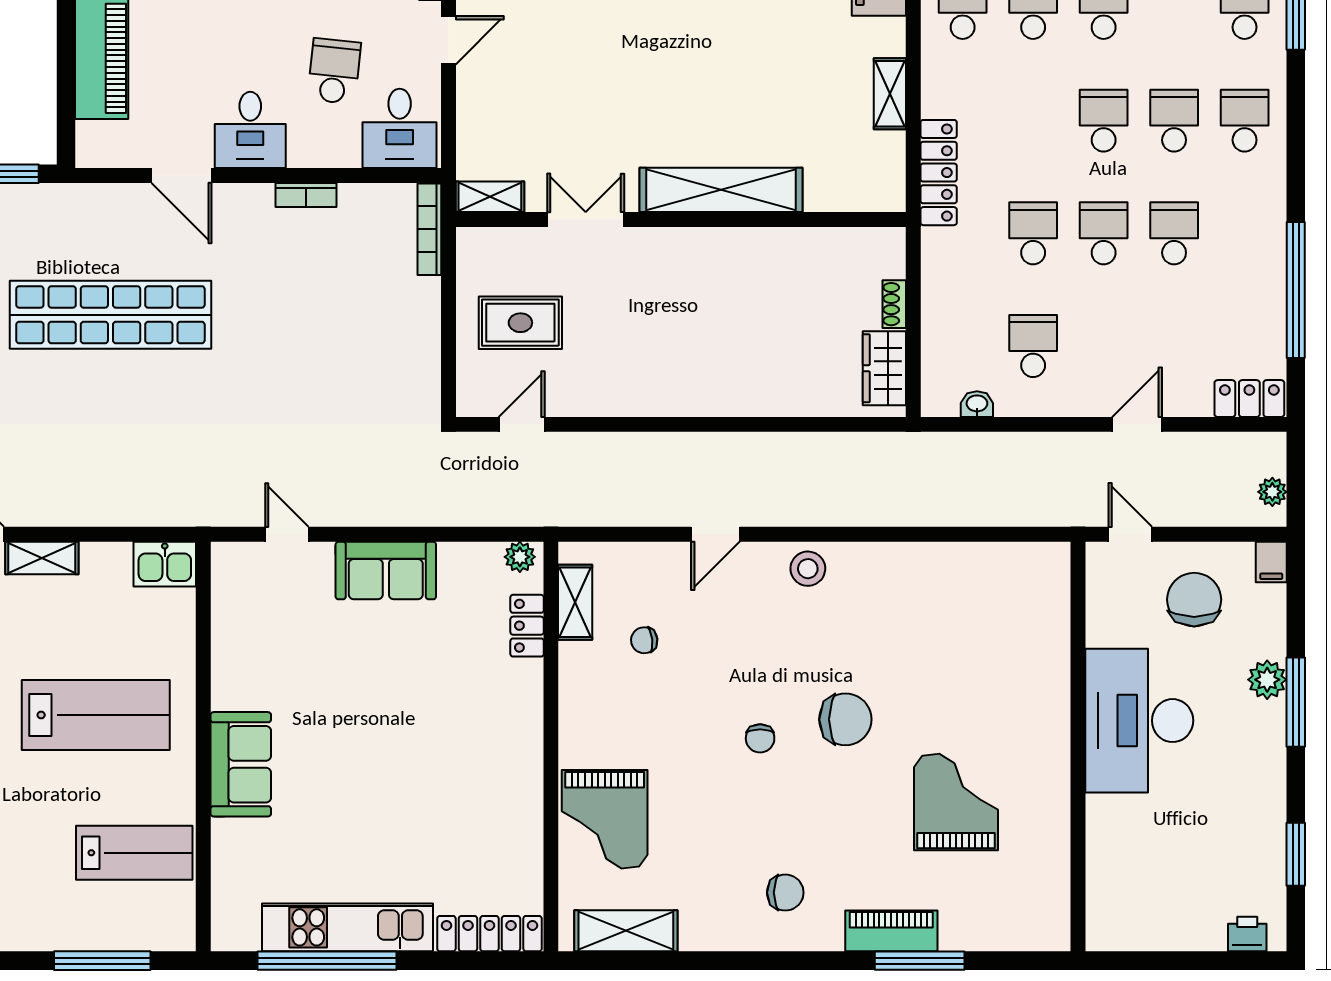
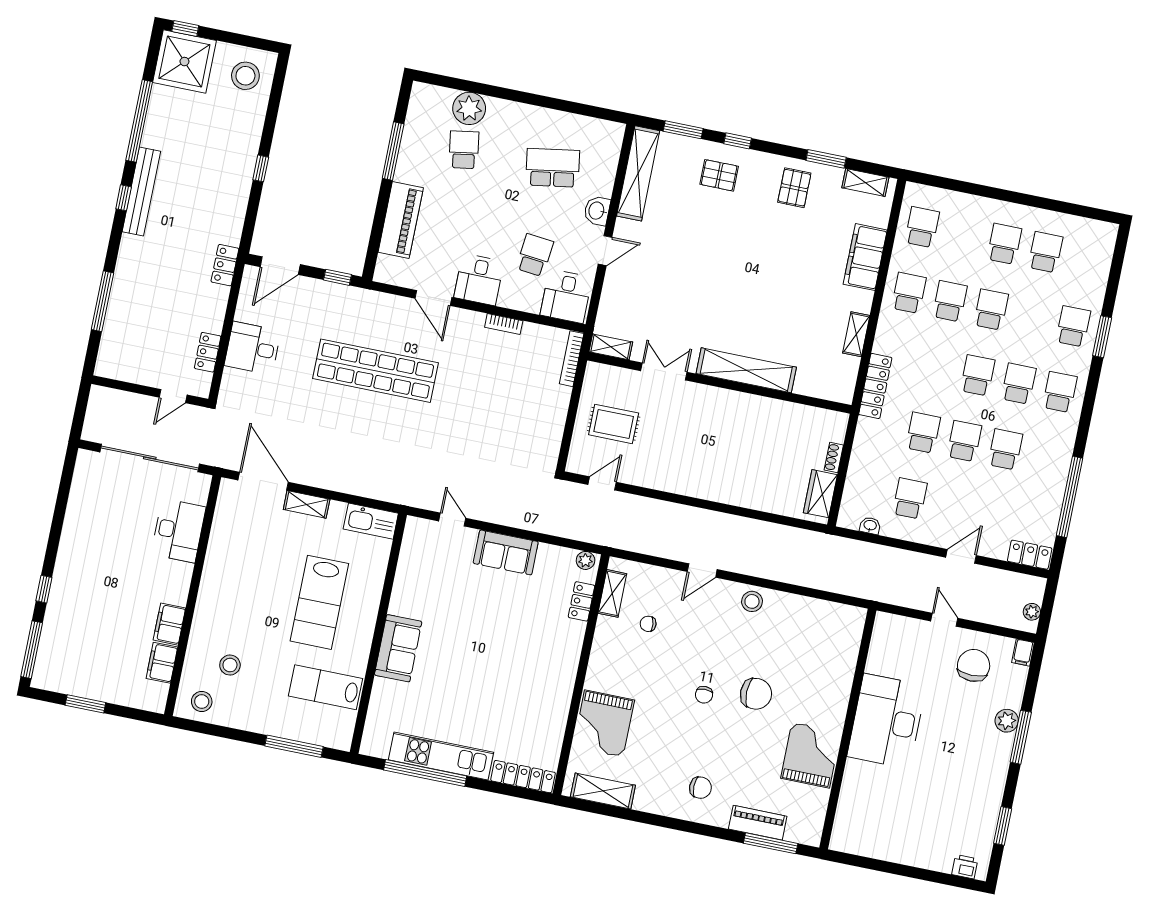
kitchen sink: (165, 564) -> (371, 521), width x1.38
lab bench: (96, 715) -> (319, 602), turned 90
desk: (1139, 721) -> (887, 721), moved
wall: (1078, 746) -> (848, 729), moved
lab bench: (134, 853) -> (326, 687), turned 180

